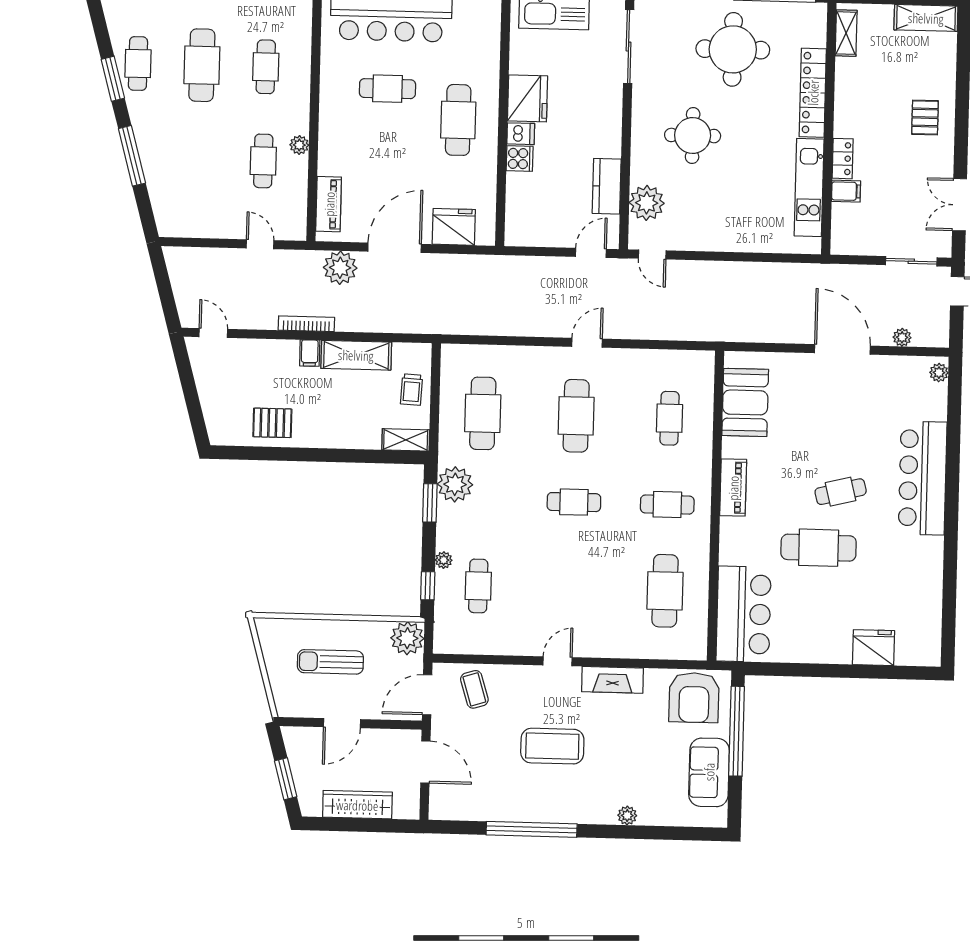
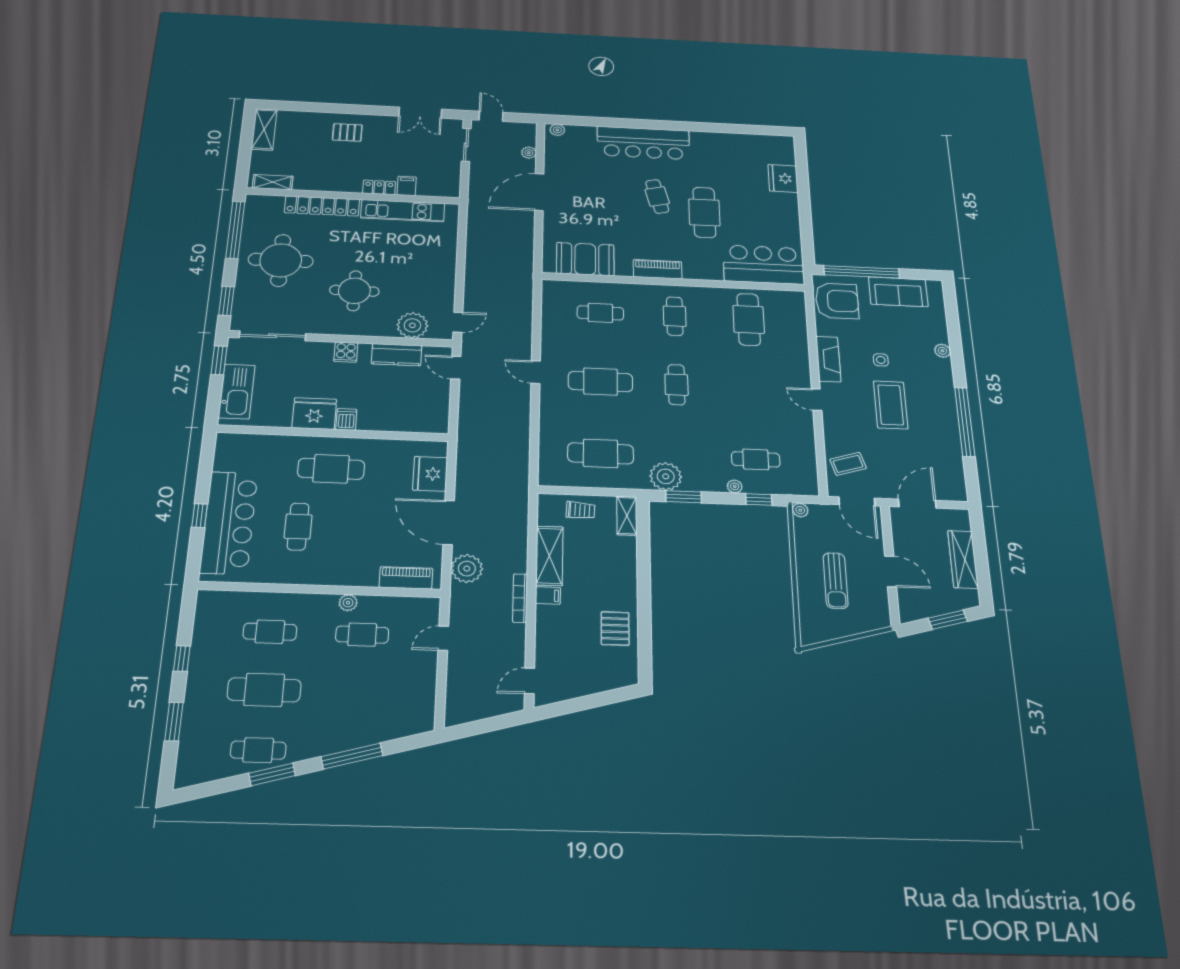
cooker: (520, 159) -> (346, 352), moved, turned 180
cafe table: (665, 591) -> (749, 319), turned 90
plant: (407, 638) -> (800, 510), width x0.53, depth x0.53
side table: (613, 741) -> (881, 360), added

